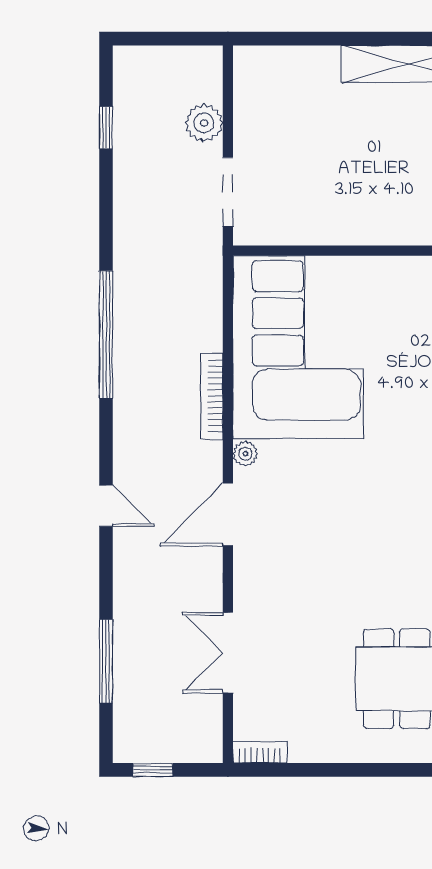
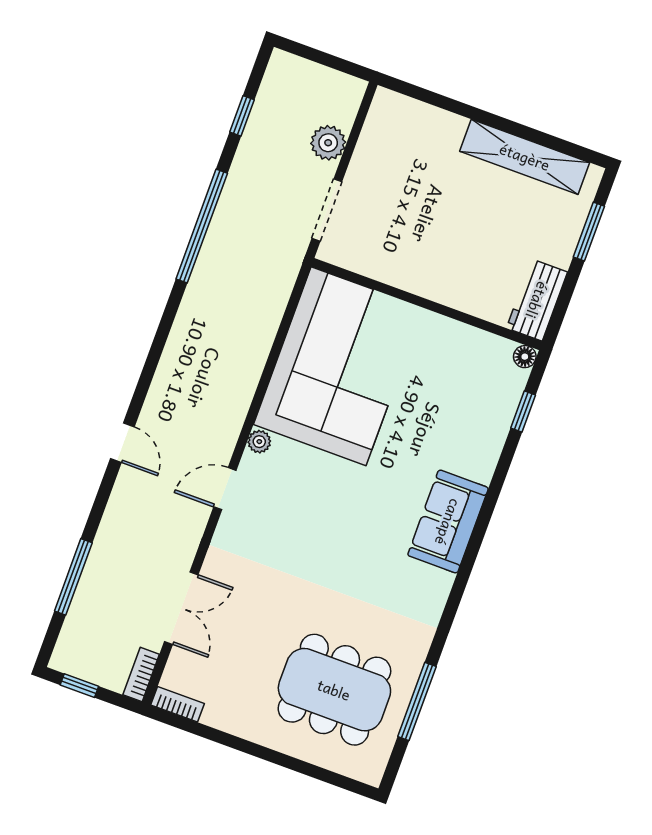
window: (106, 334) -> (202, 226), moved
bookcase: (212, 396) -> (141, 675), moved, width x0.64
door: (228, 515) -> (225, 489), width x0.73
double door: (228, 653) -> (181, 608), swing flipped

